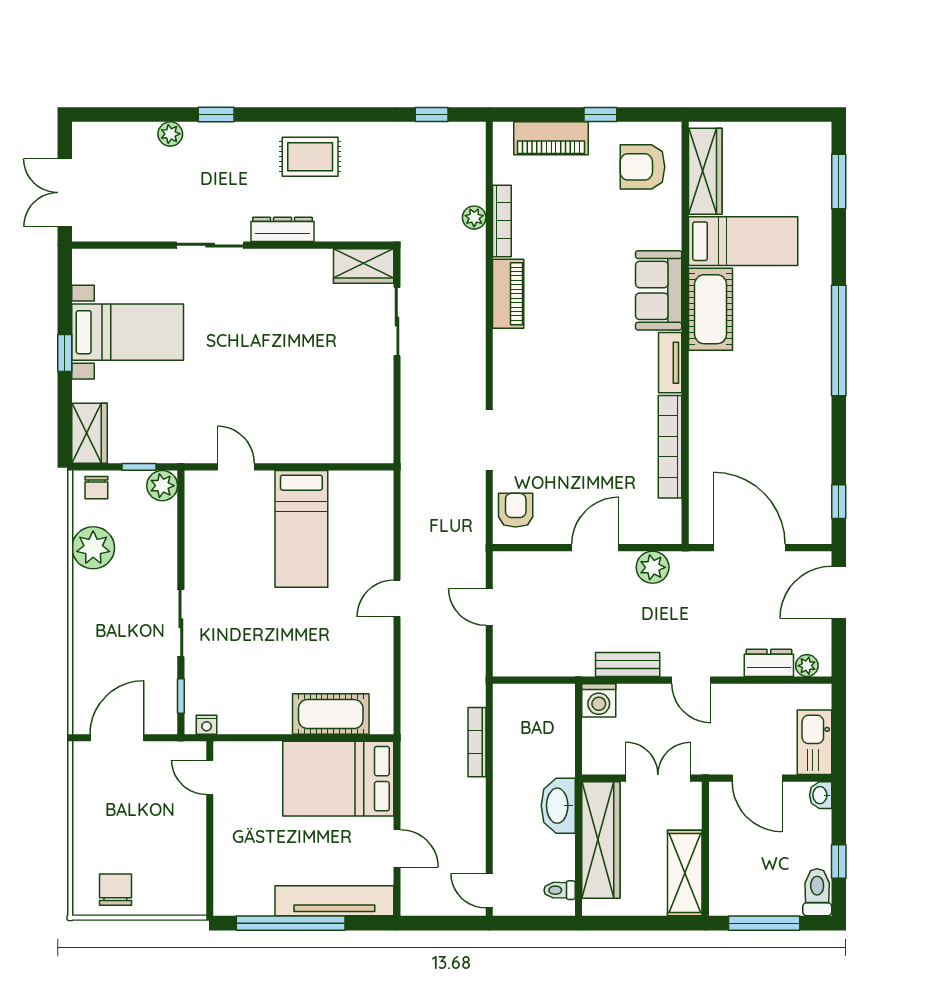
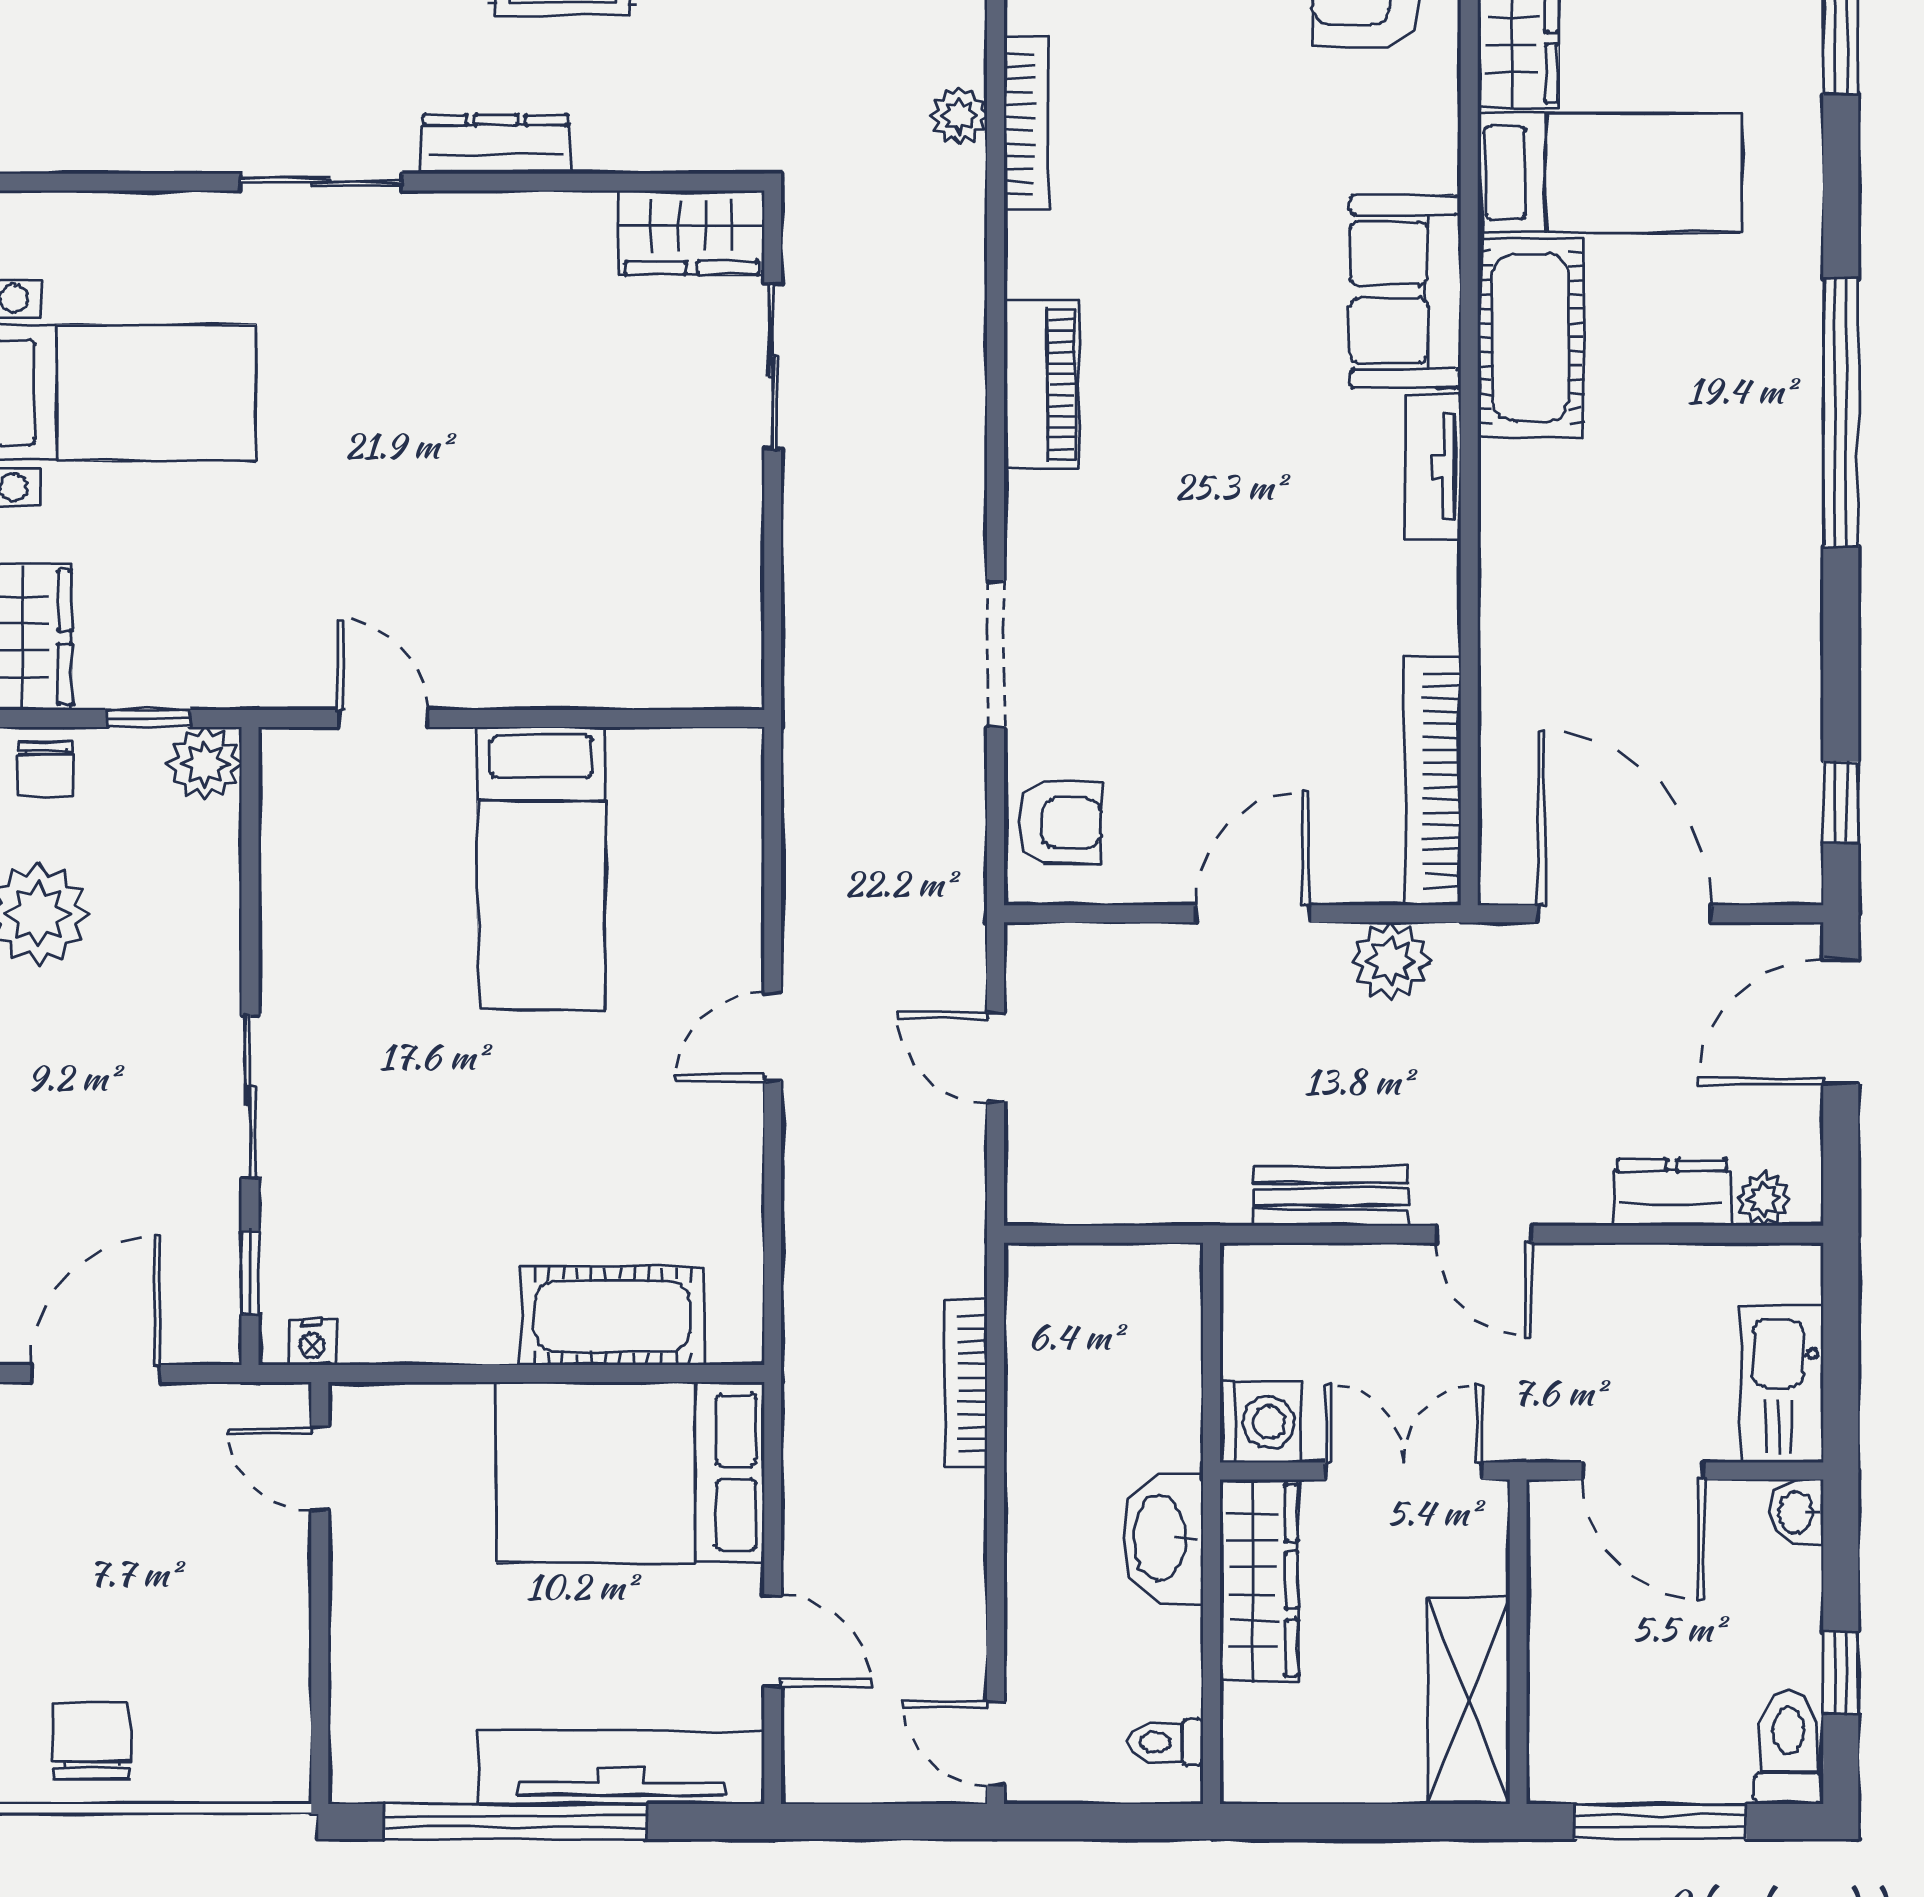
piano: (508, 294) -> (1041, 385), moved
bookcase: (670, 447) -> (1433, 781), moved
armchair: (516, 510) -> (1060, 823), turned 90
washing machine: (599, 700) -> (1260, 1422), moved, turned -90
wardrobe: (601, 840) -> (1259, 1580), width x0.71, depth x0.85

